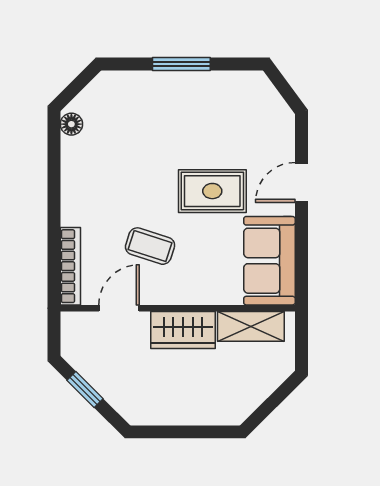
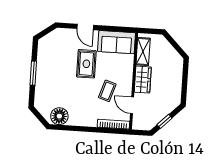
floor lamp: (71, 124) -> (59, 116), width x1.89, depth x1.89

